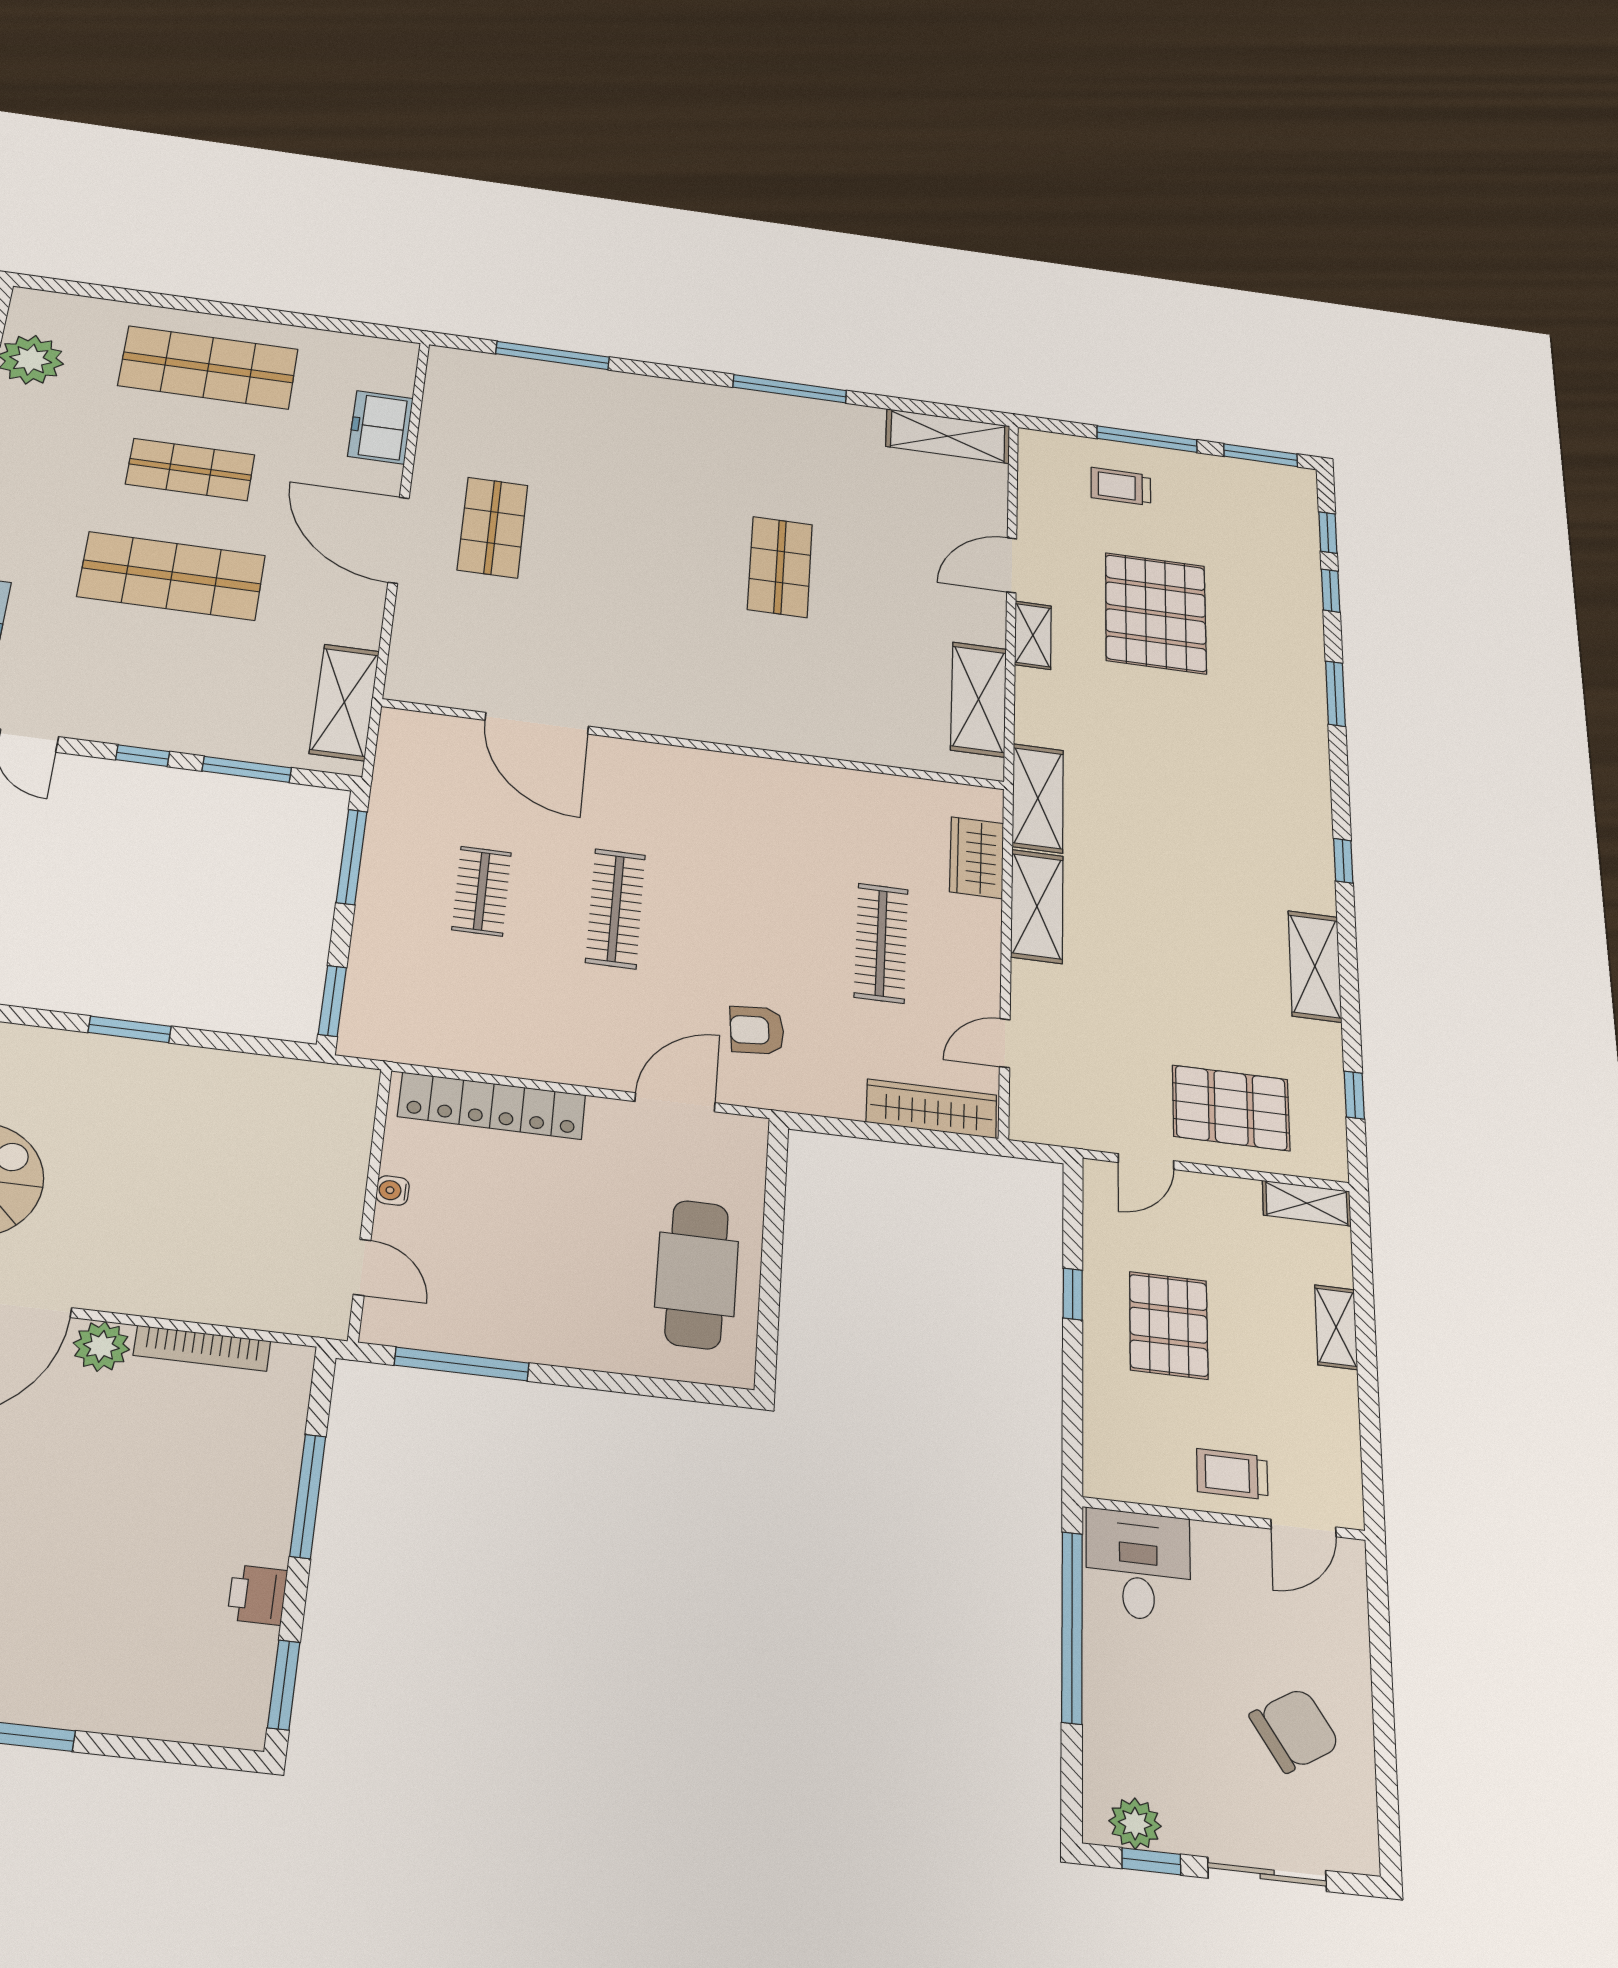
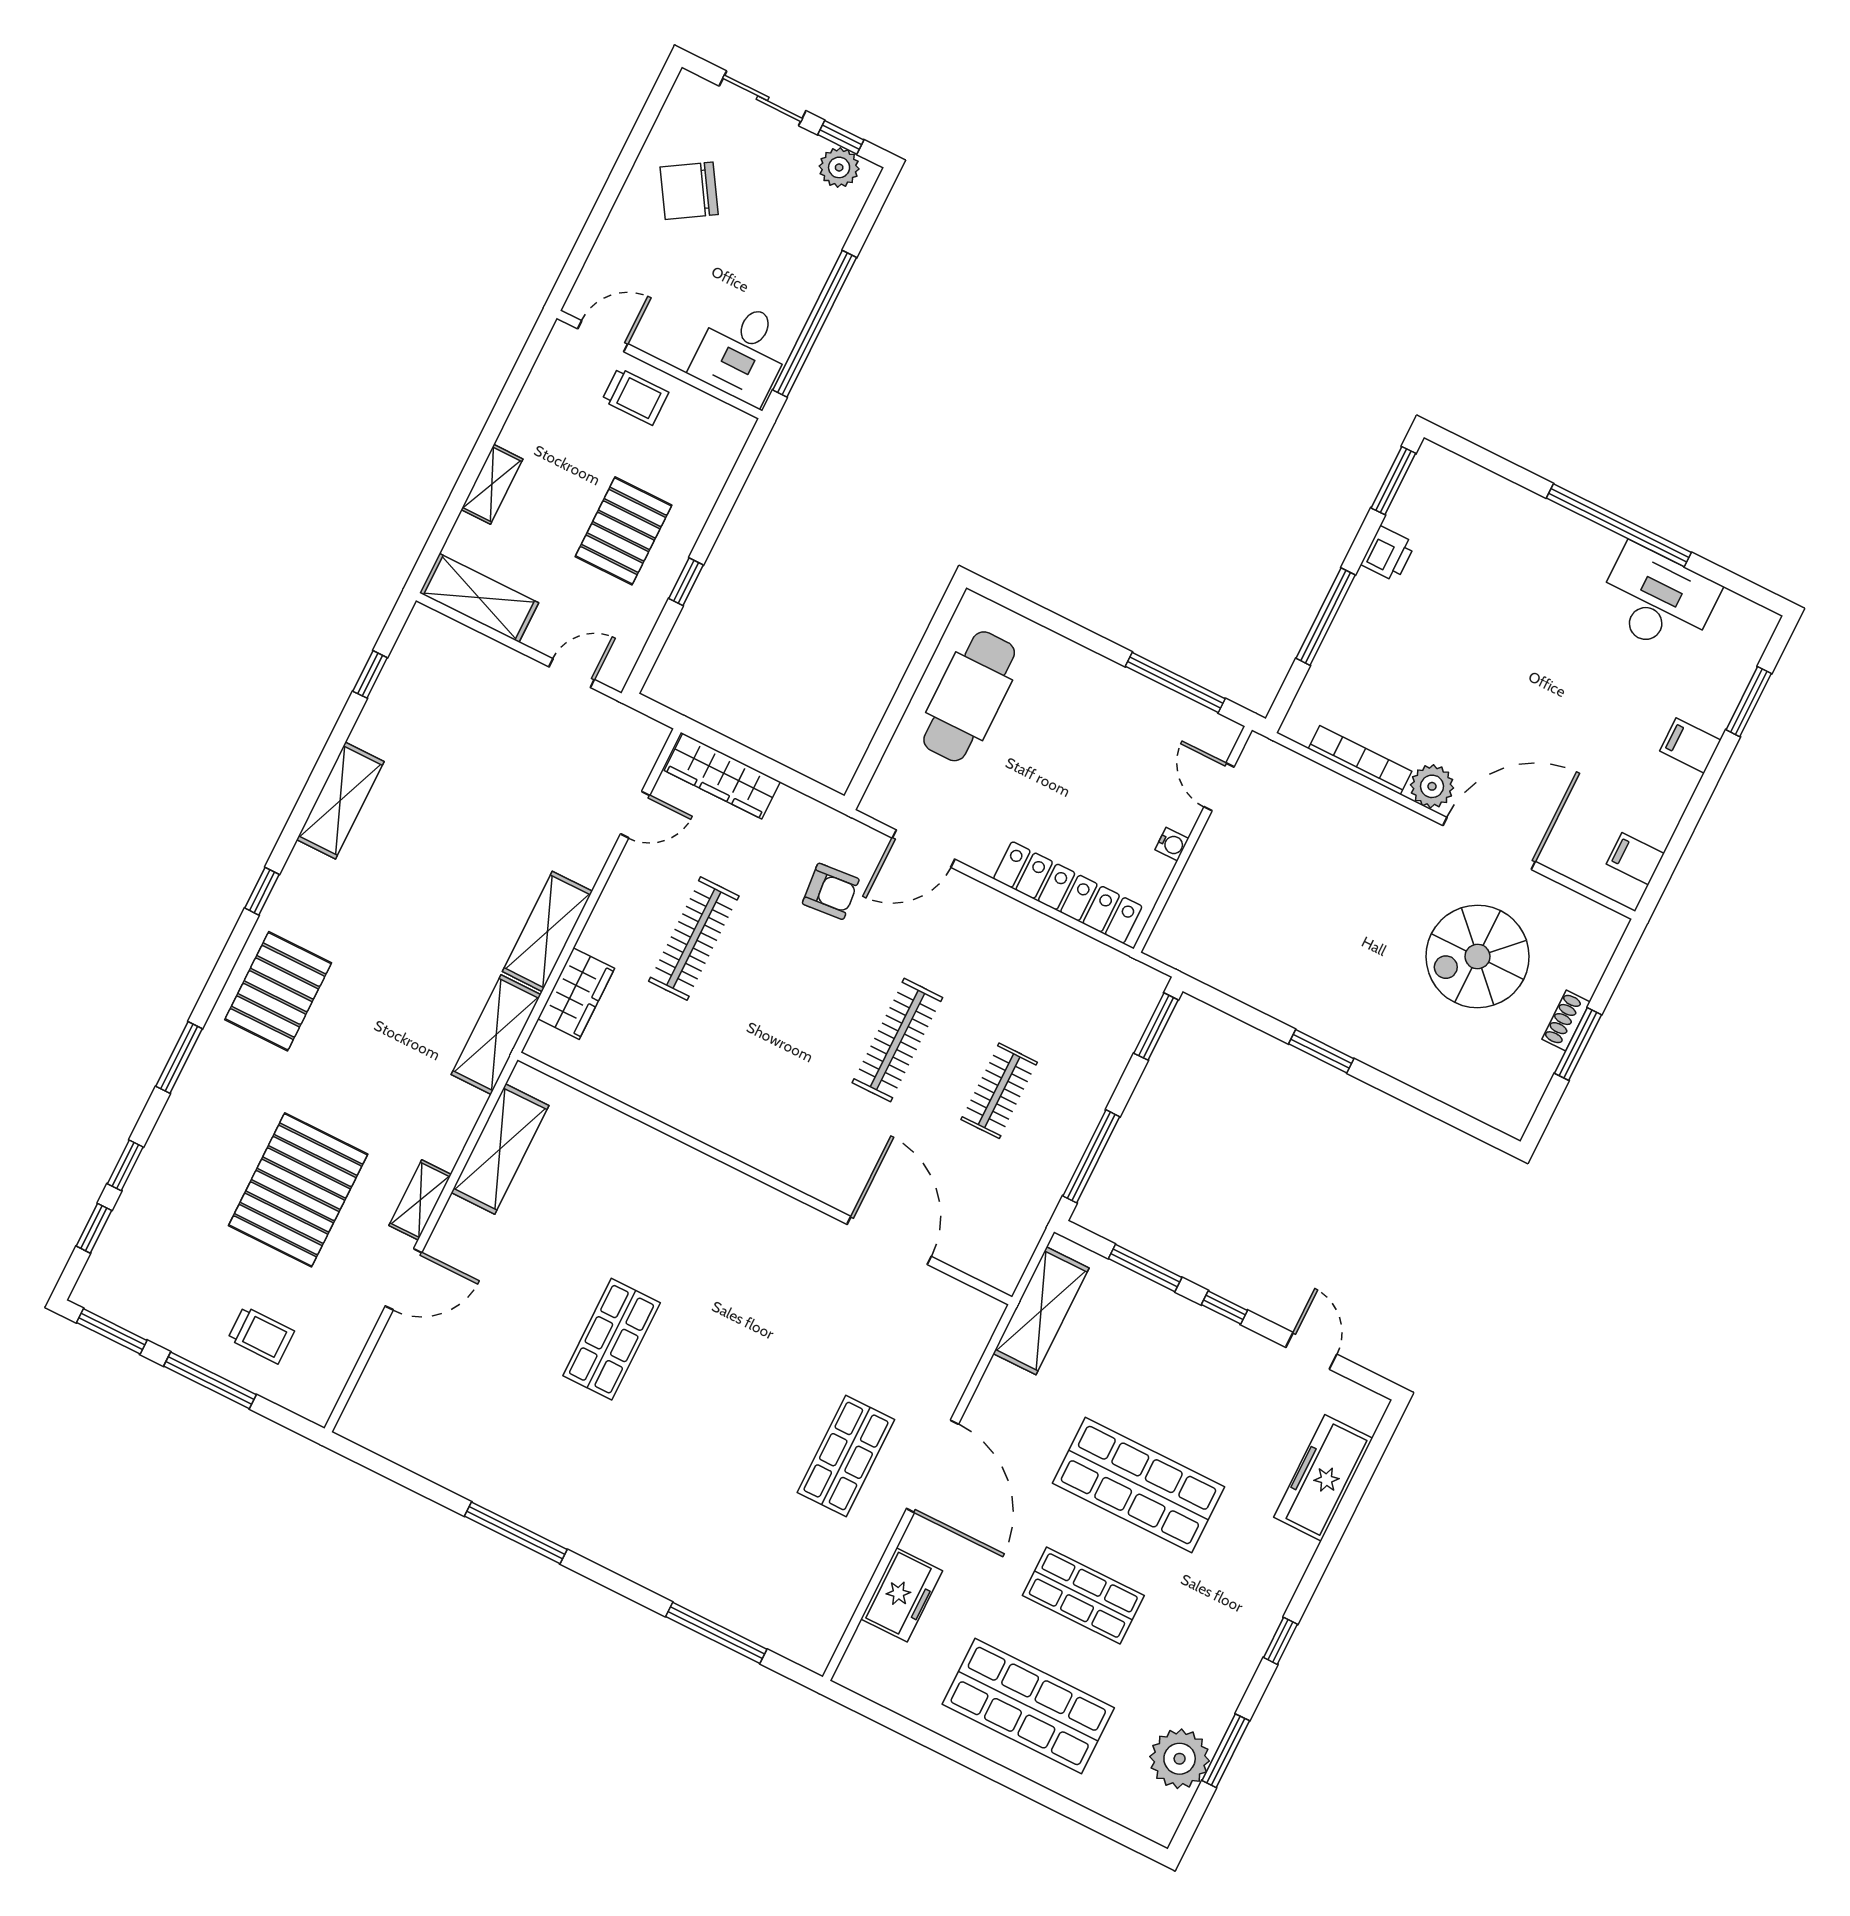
shelving: (948, 436) -> (394, 1437), removed
pallet: (1231, 1108) -> (278, 991), moved, turned 90
shelving: (1307, 1203) -> (479, 598), width x1.50, depth x1.33

